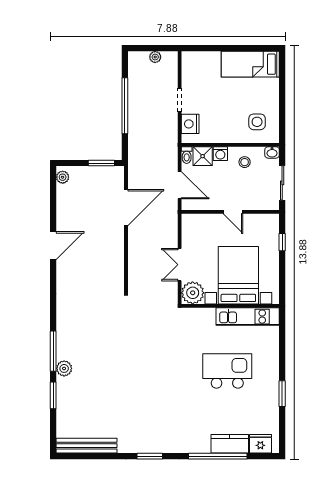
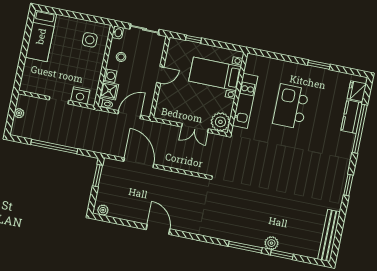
bed with nightstands: (238, 275) -> (215, 74), width x0.73
kitchen unit: (248, 317) -> (245, 101), moved
plant: (64, 368) -> (271, 243), moved

